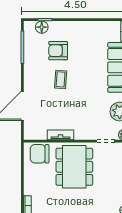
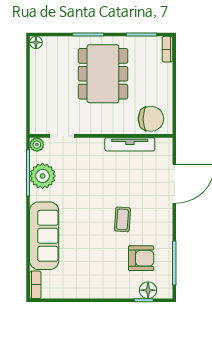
armchair: (58, 51) -> (141, 258), moved
tv unit: (60, 135) -> (130, 144), width x1.41
dining table: (74, 167) -> (103, 74), moved

